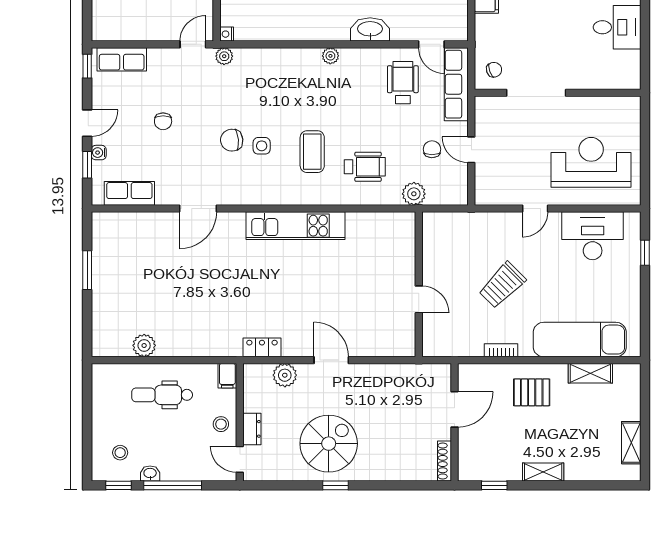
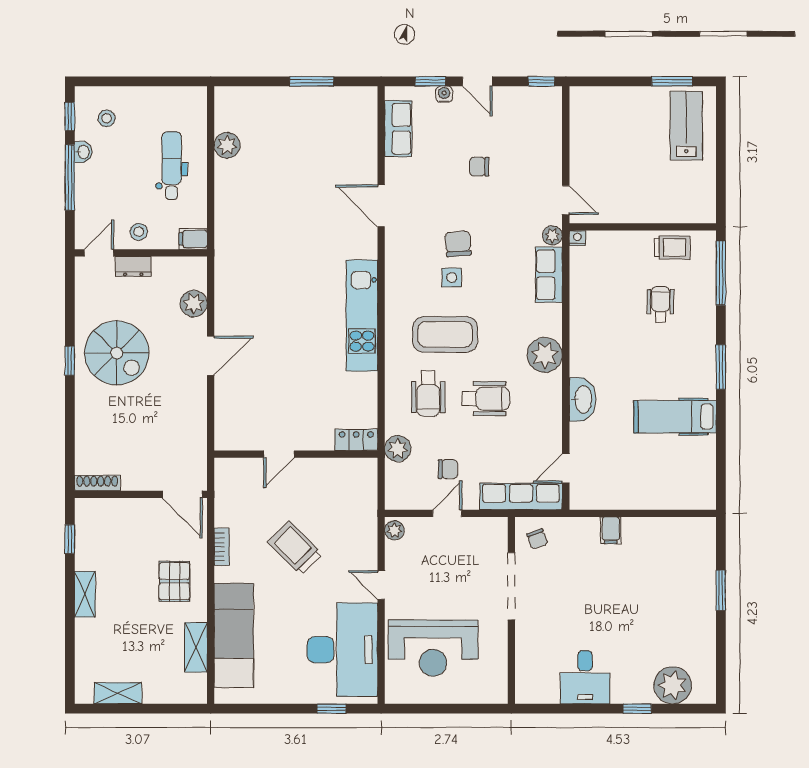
plant: (330, 56) -> (545, 355), width x1.88, depth x1.88
row of seats: (122, 59) -> (549, 275), moved
wheelchair: (403, 83) -> (486, 399), moved
coffee table: (312, 152) -> (445, 334), width x1.36, depth x1.32
reception desk: (591, 162) -> (433, 648), turned 90
plant: (486, 197) -> (394, 530), added
desk: (593, 236) -> (342, 650), width x1.36, depth x1.30
locker: (262, 347) -> (356, 440), moved, turned -90
door: (454, 409) -> (182, 494), moved

